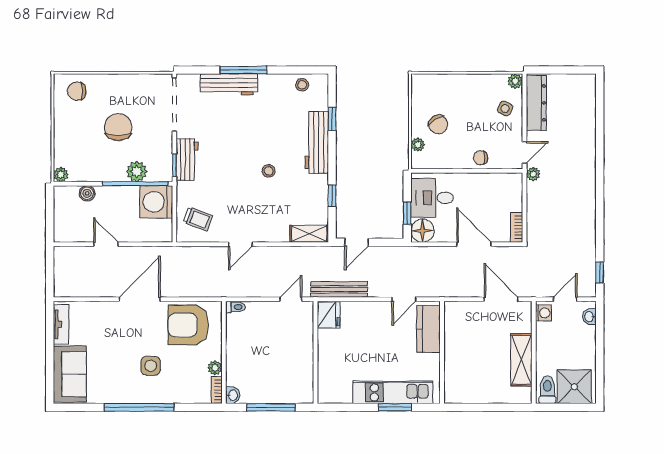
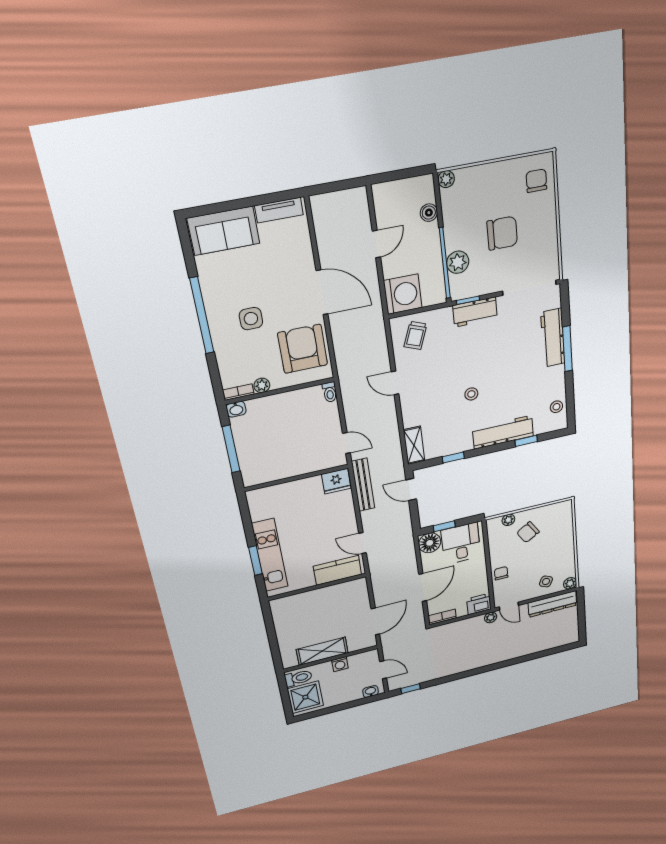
printer: (512, 186) -> (479, 604), added
washing machine: (156, 202) -> (403, 294), moved, turned 90
washing machine: (543, 313) -> (340, 664), moved

